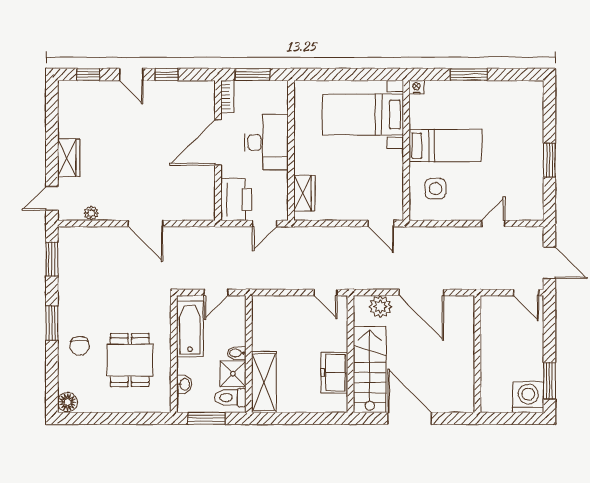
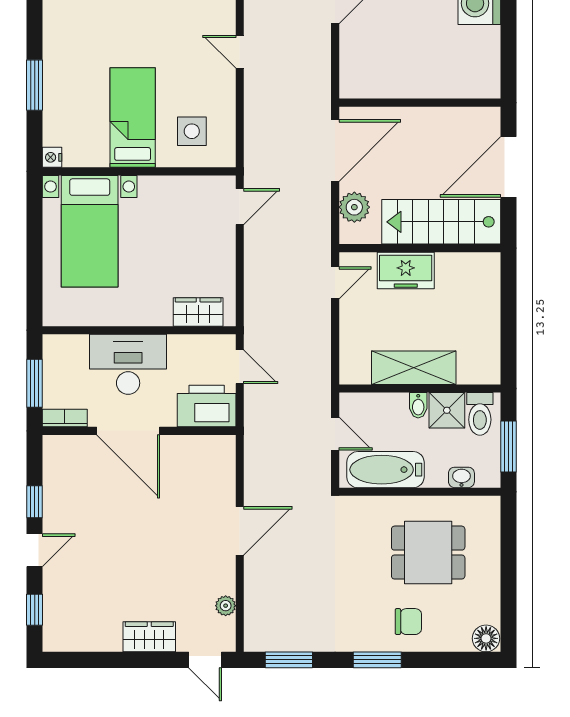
wall: (477, 354) -> (420, 103), moved
freezer: (334, 373) -> (406, 271), moved
shelving: (264, 382) -> (414, 368), moved

